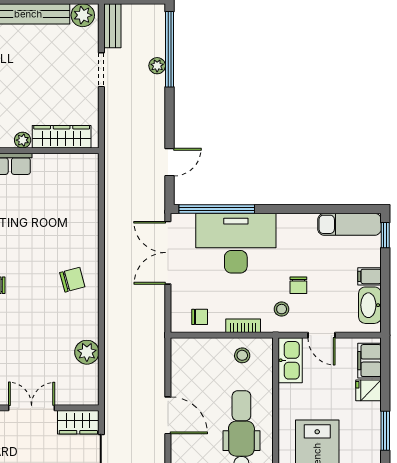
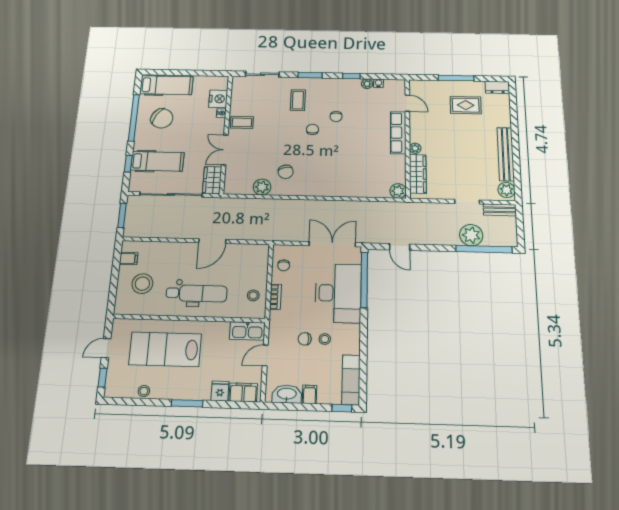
plant: (157, 66) -> (471, 235), width x1.88, depth x1.88
plant: (88, 164) -> (398, 191), added
chair: (72, 280) -> (286, 172), moved
stool: (282, 309) -> (325, 339), moved
double door: (32, 408) -> (225, 150), swing flipped

